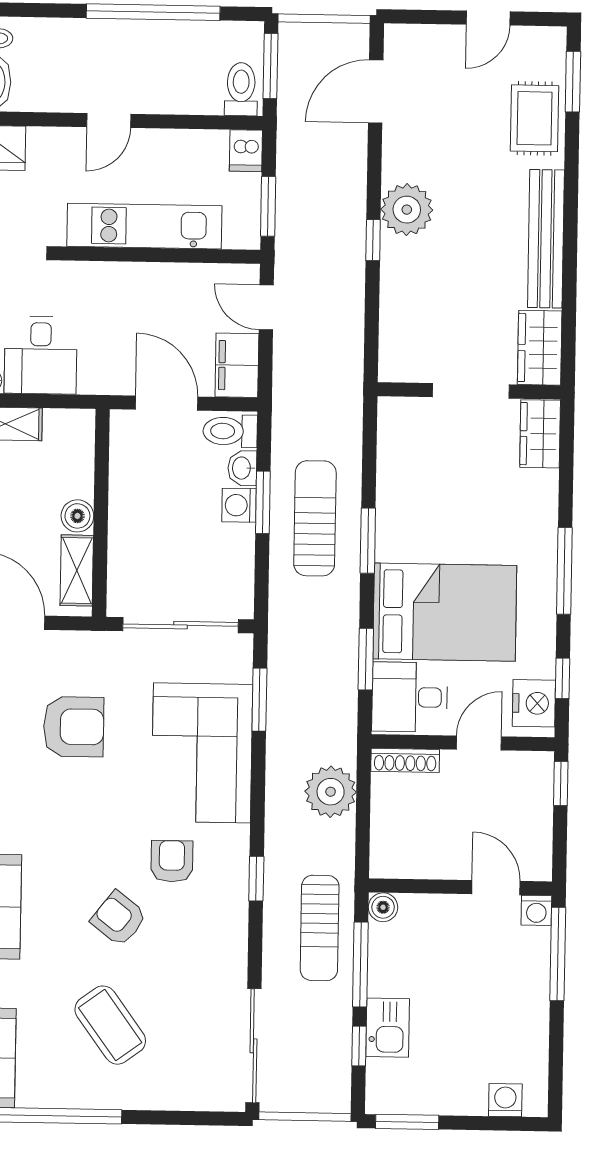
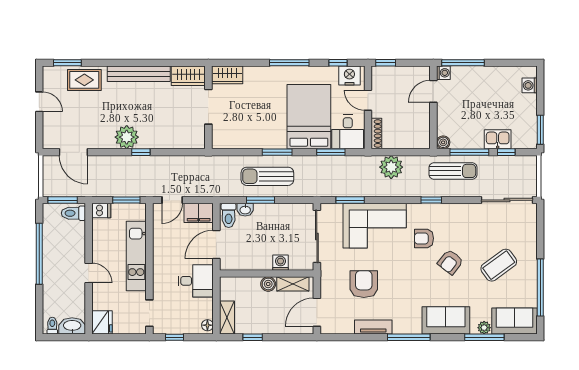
desk: (41, 355) -> (196, 281), moved
washing machine: (239, 505) -> (280, 263), moved, turned 180

